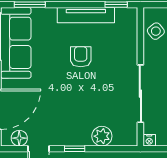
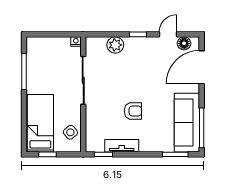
tv unit: (86, 15) -> (122, 146), width x0.71
armchair: (81, 57) -> (133, 111), turned -90

